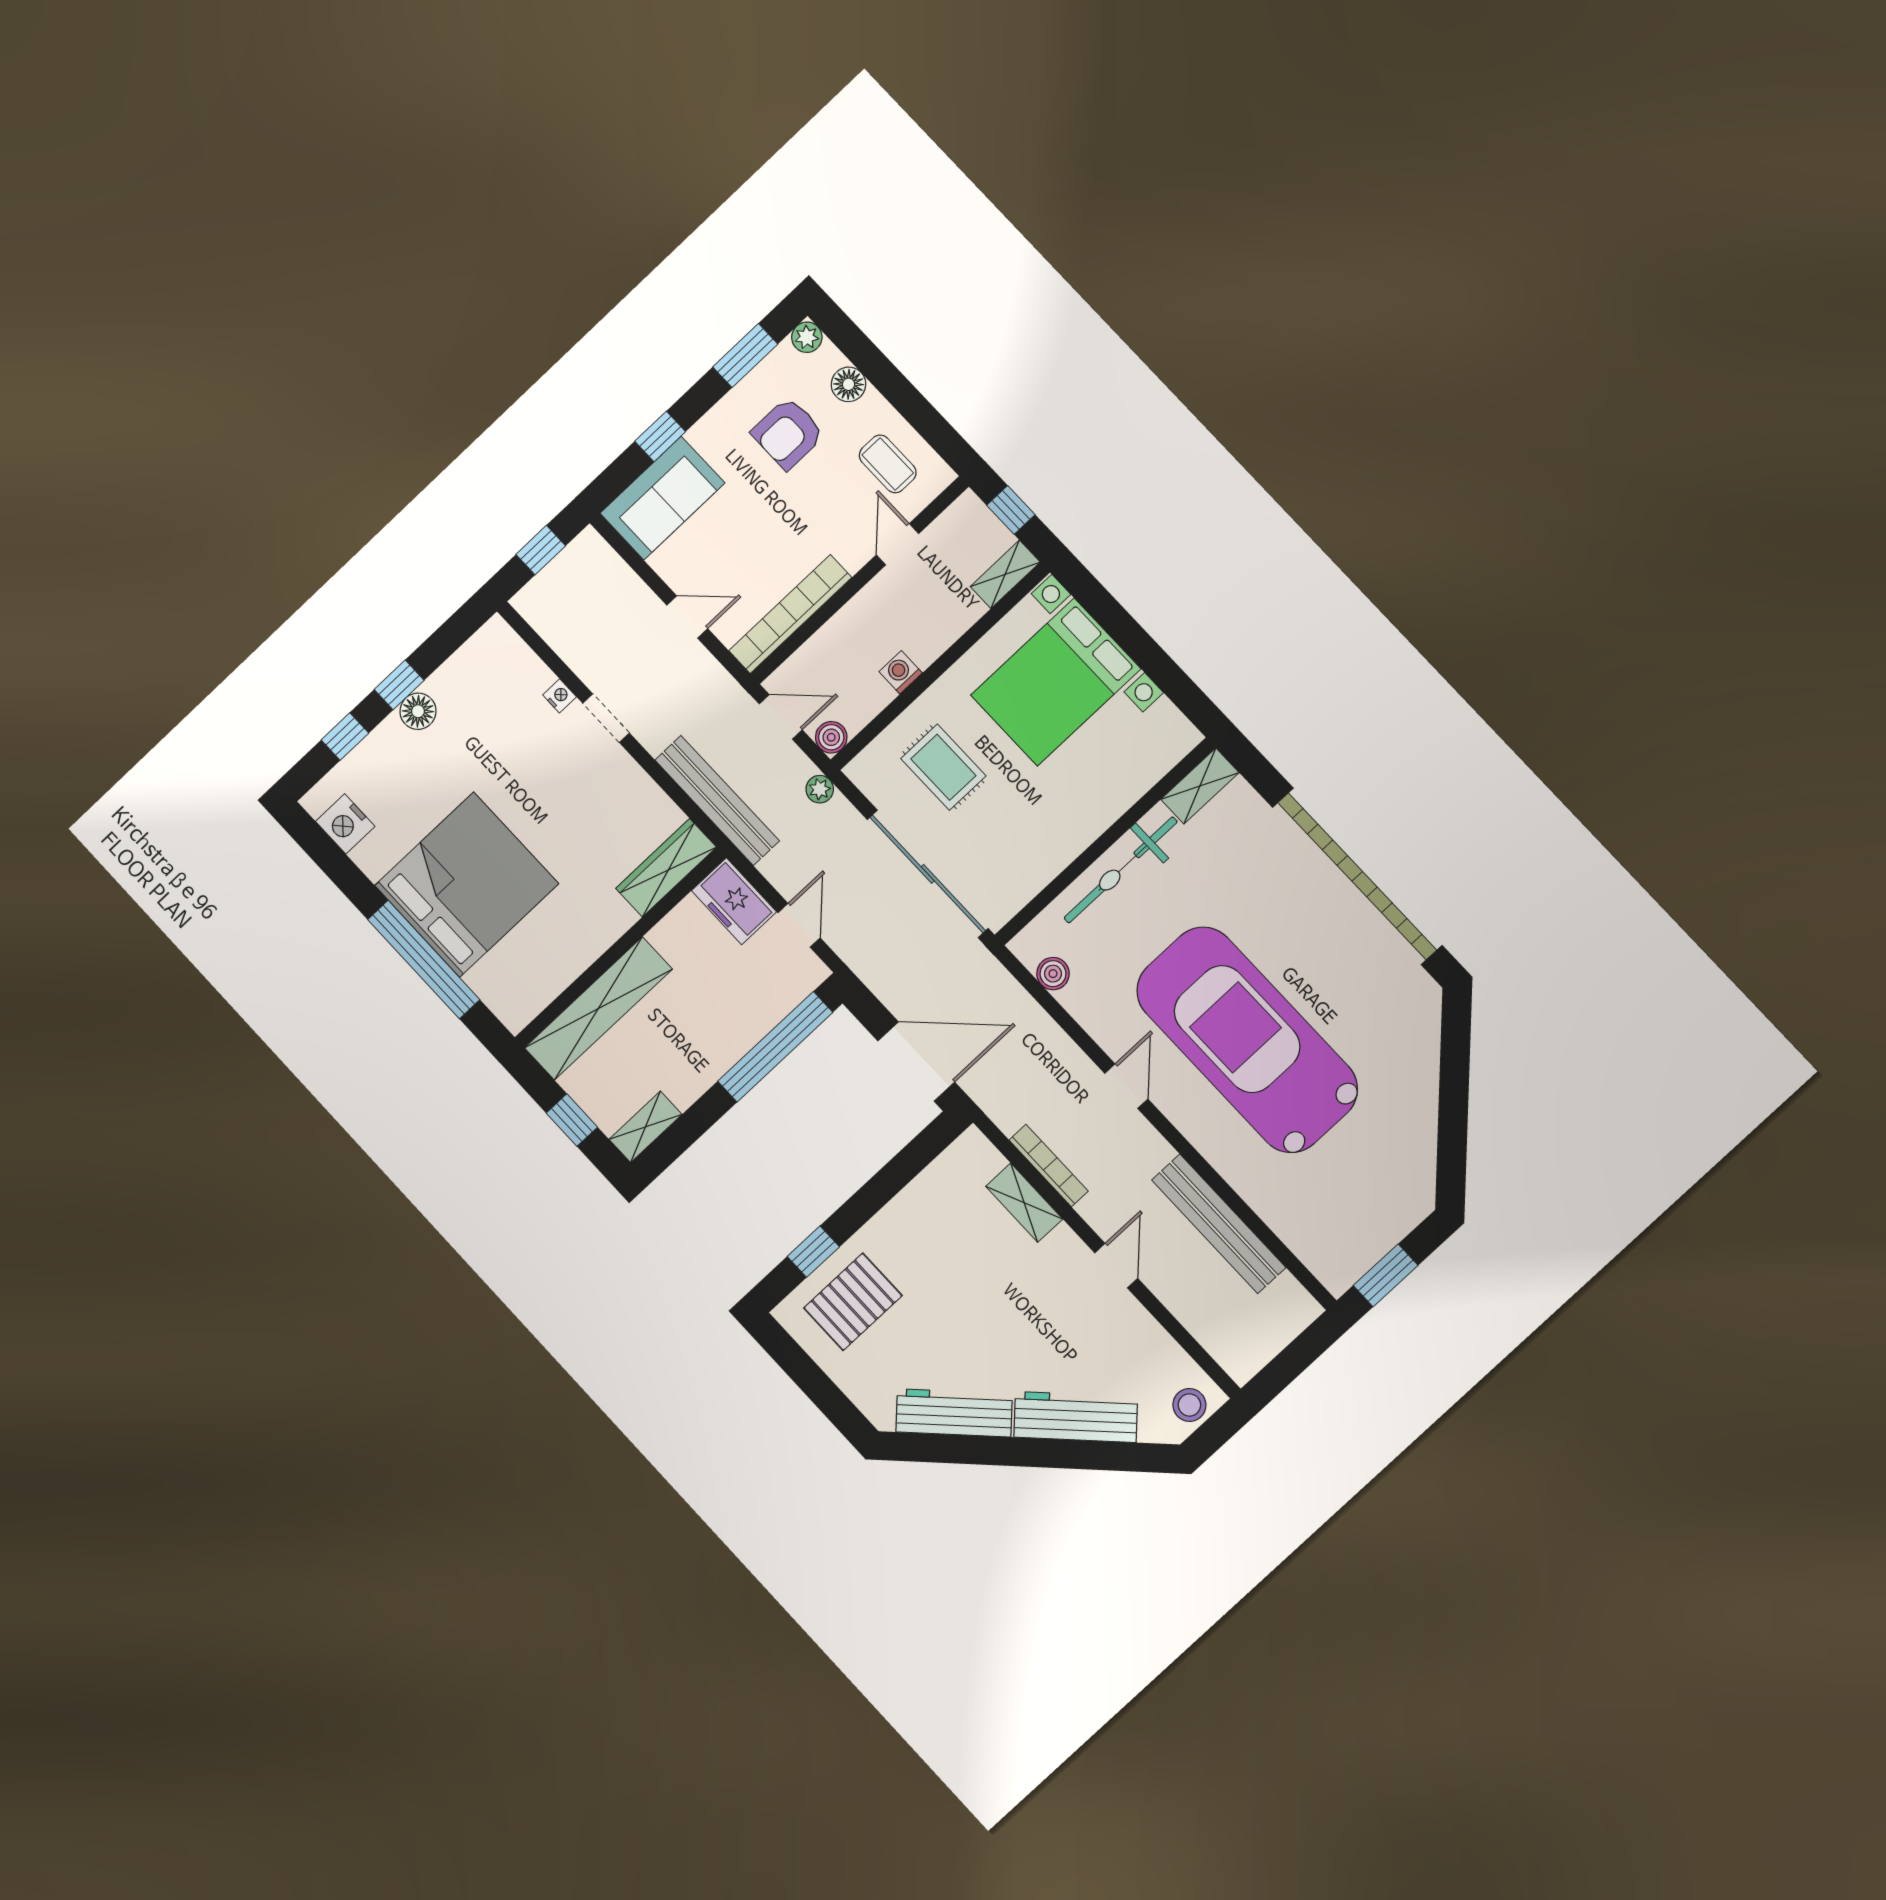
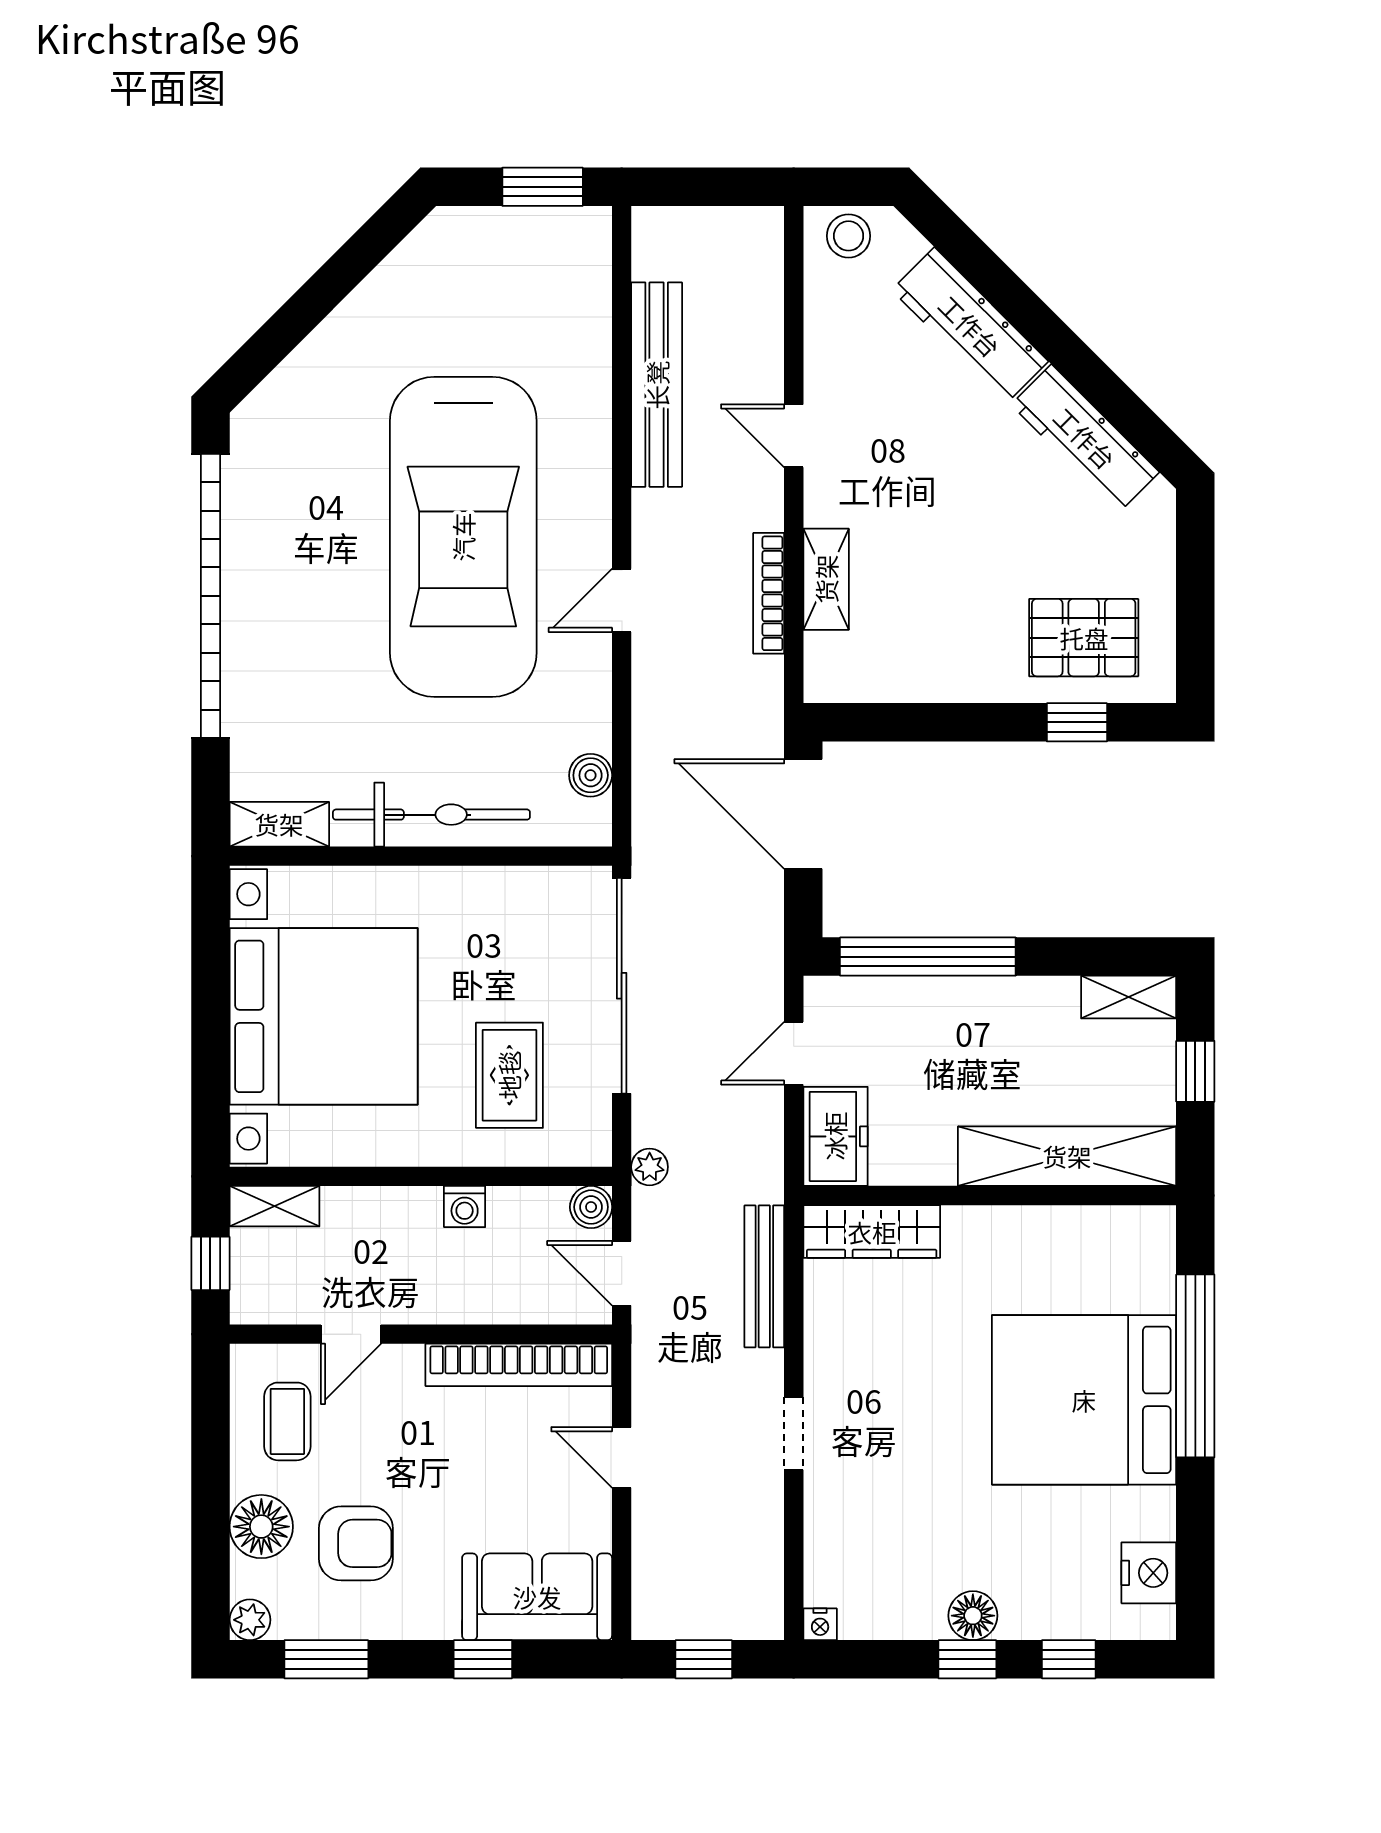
floor lamp: (849, 384) -> (261, 1527), width x1.38, depth x1.38
bed with nightstands: (1056, 682) -> (324, 1016), width x1.36
nightstand: (560, 696) -> (820, 1624), moved, turned -90
bench: (717, 800) -> (764, 1276), width x0.73, depth x0.82
door: (1116, 1266) -> (794, 436), hinge flipped

